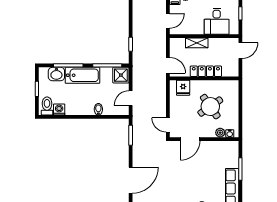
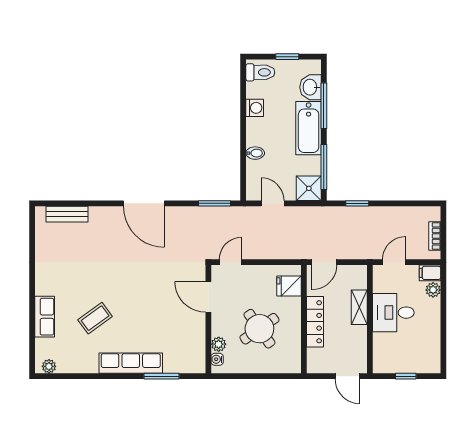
door: (168, 21) -> (394, 262), swing flipped
desk: (217, 21) -> (393, 313), moved
washing machine: (59, 110) -> (255, 108), moved

